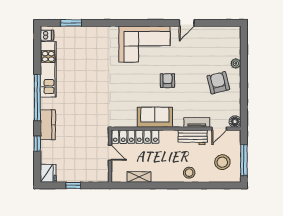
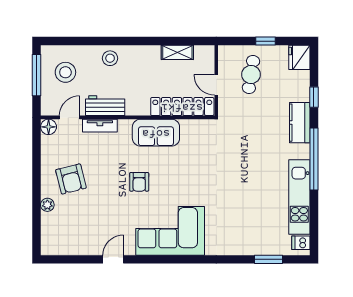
cafe table: (84, 160) -> (251, 74), added

